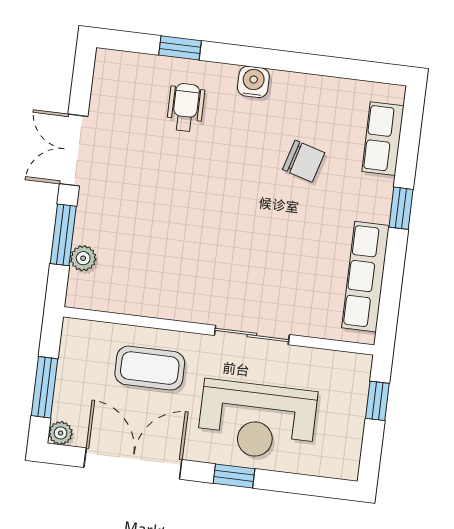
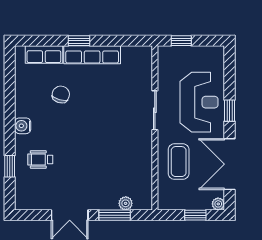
row of seats: (365, 277) -> (92, 55), moved
window: (45, 387) -> (195, 215), width x0.67

